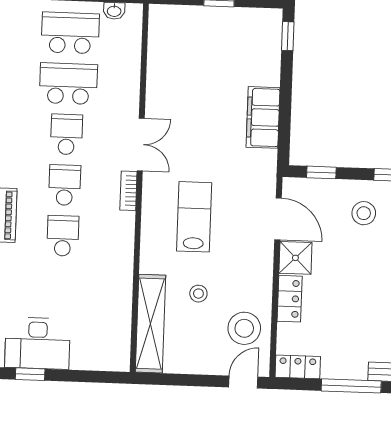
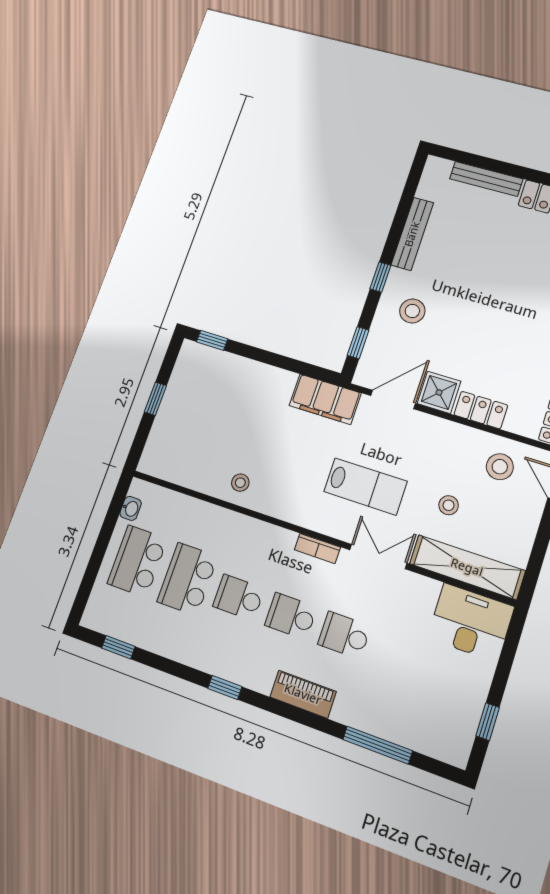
stool: (166, 104) -> (240, 483), added
filing cabinet: (263, 117) -> (325, 399), moved
double door: (141, 144) -> (378, 557), moved
lab bench: (194, 217) -> (365, 486), turned 180
stool: (244, 328) -> (500, 467), width x0.73, depth x0.73
desk: (38, 343) -> (471, 622), moved, turned -90

